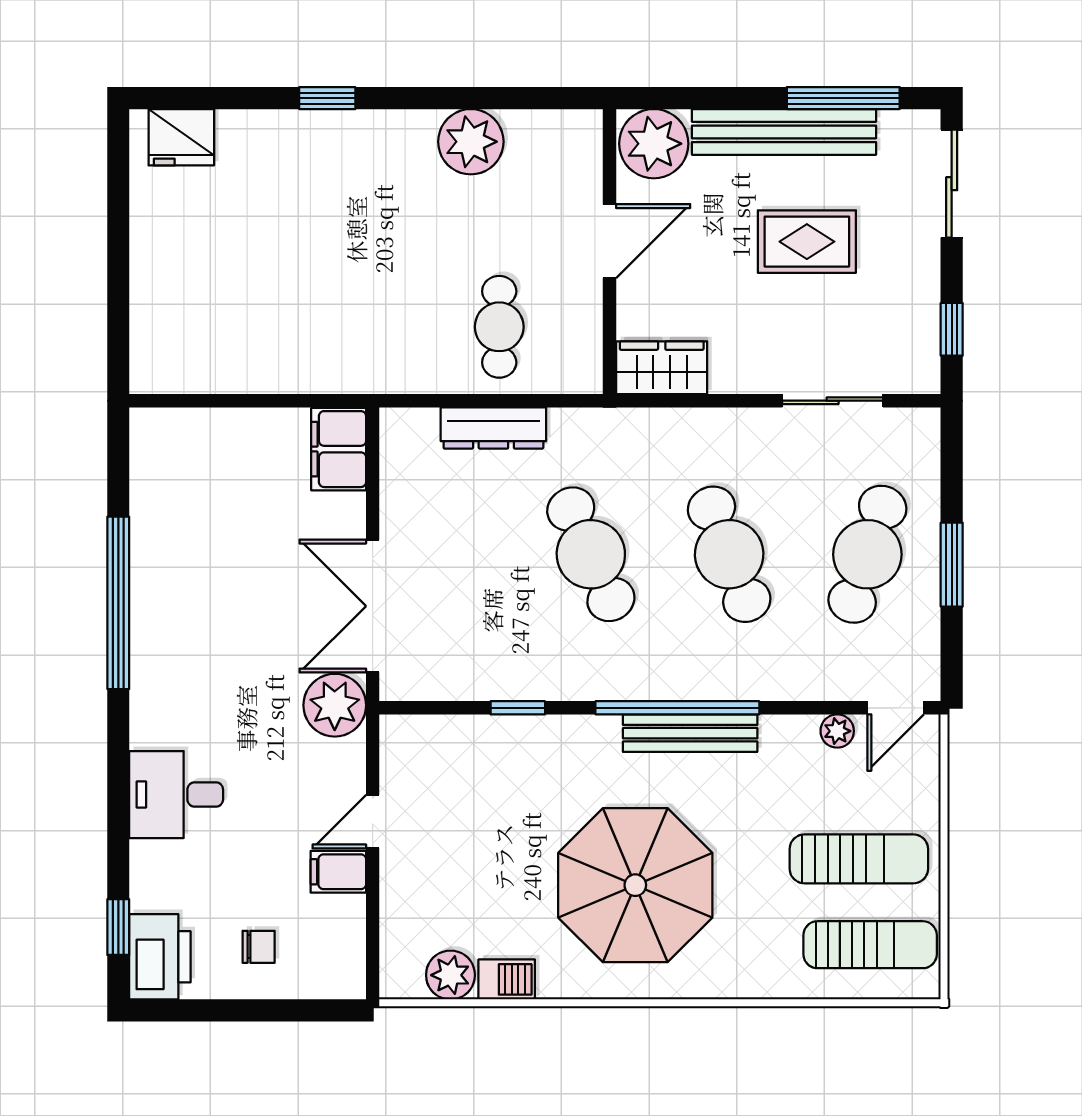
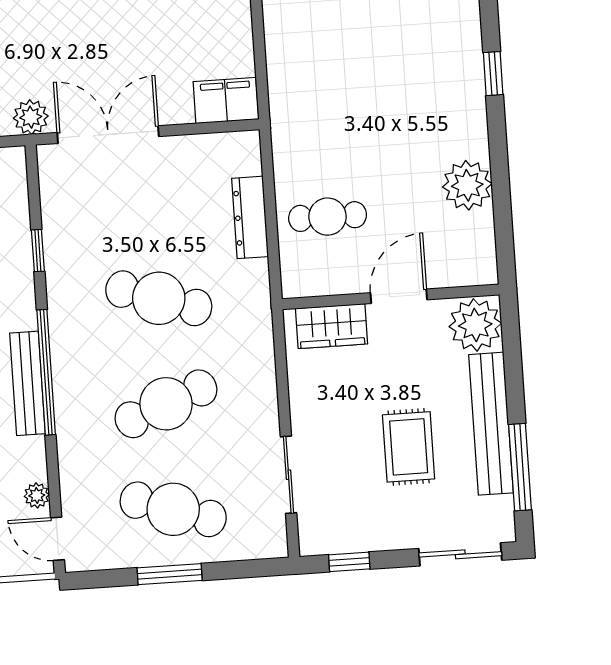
door: (610, 241) -> (399, 296), swing flipped
wardrobe: (662, 368) -> (332, 326), moved, turned 90
cafe table: (591, 554) -> (159, 298), turned 42
plant: (335, 705) -> (31, 117), width x0.73, depth x0.73

